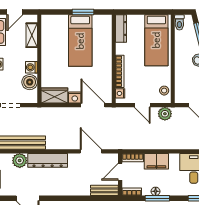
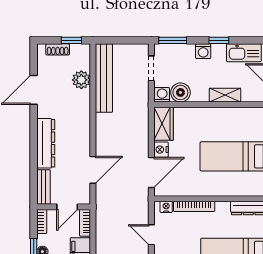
shelving: (32, 35) -> (225, 95), moved
washing machine: (31, 67) -> (162, 95), moved
door: (142, 105) -> (151, 235), hinge flipped
dresser: (48, 160) -> (46, 143), moved, turned 180
door: (120, 172) -> (67, 207), swing flipped

